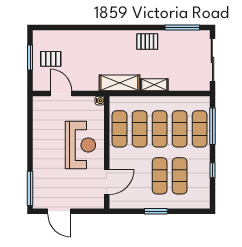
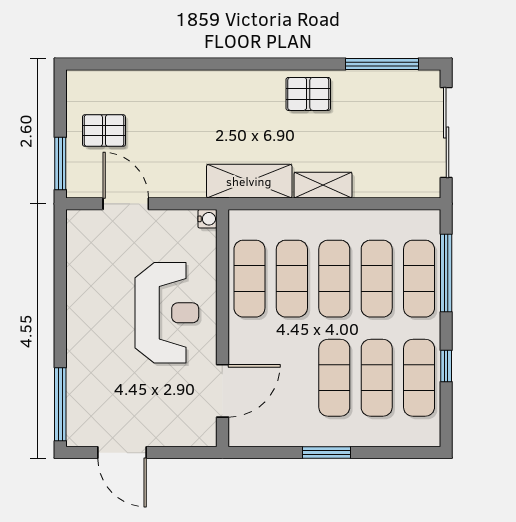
window: (30, 58) -> (60, 164), moved
exercise mat: (200, 176) -> (419, 378), added

